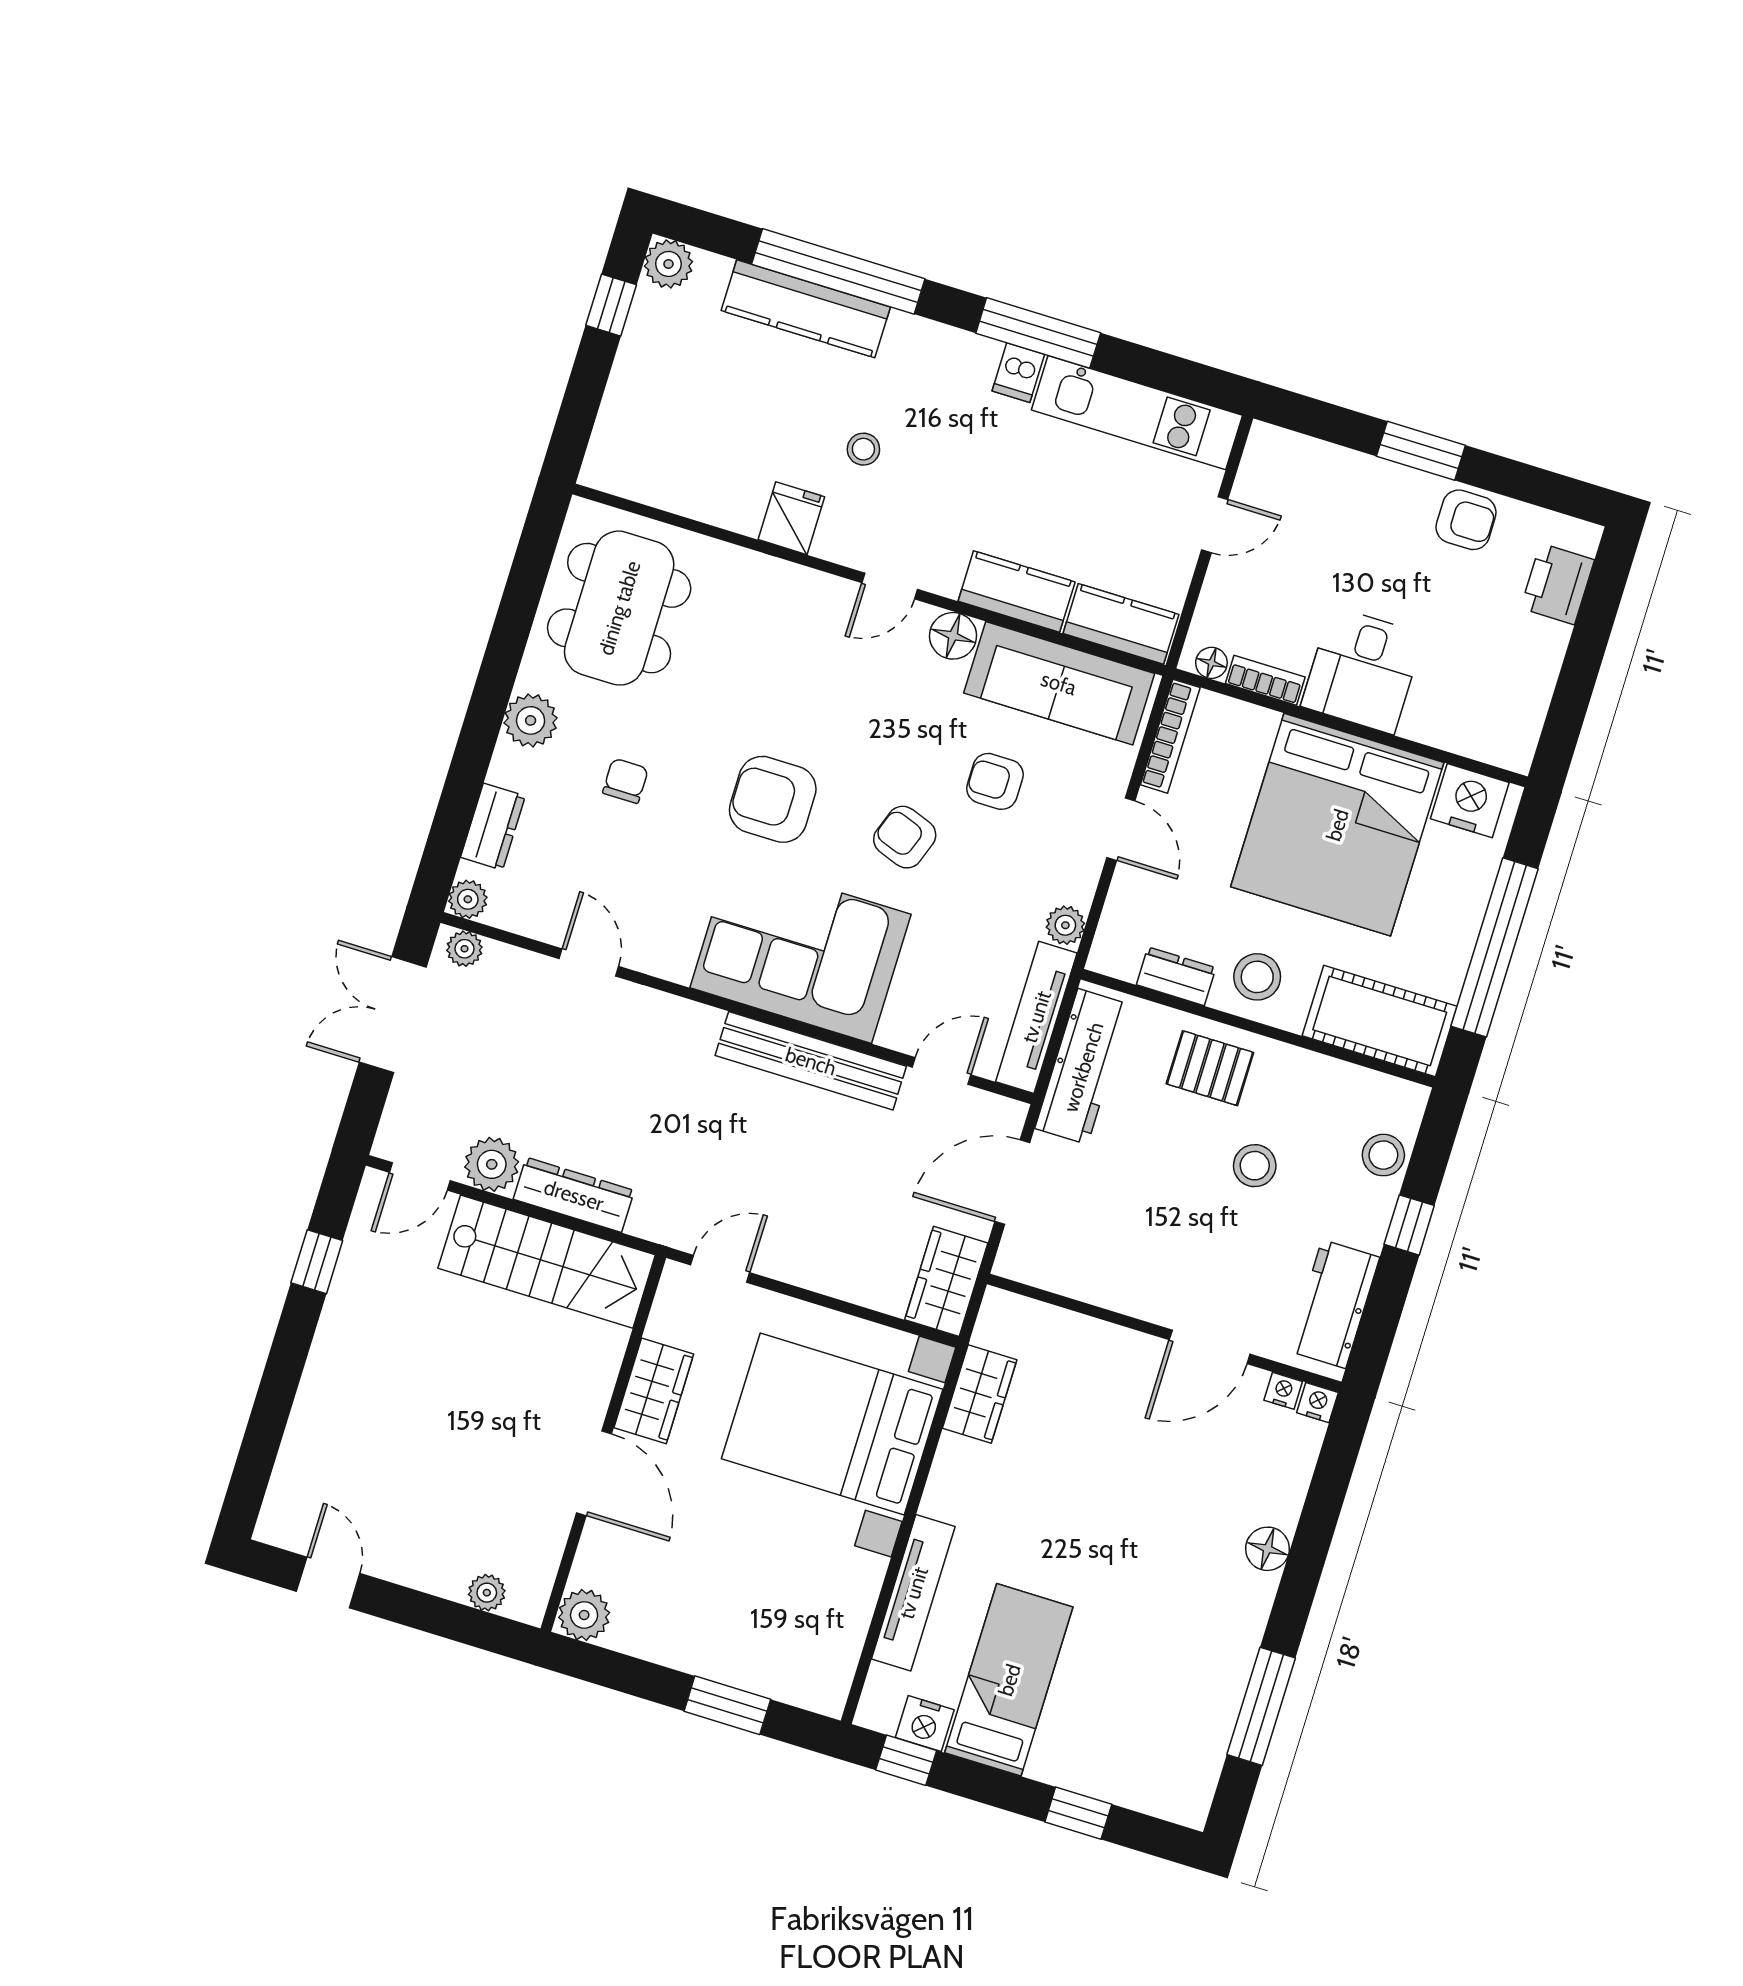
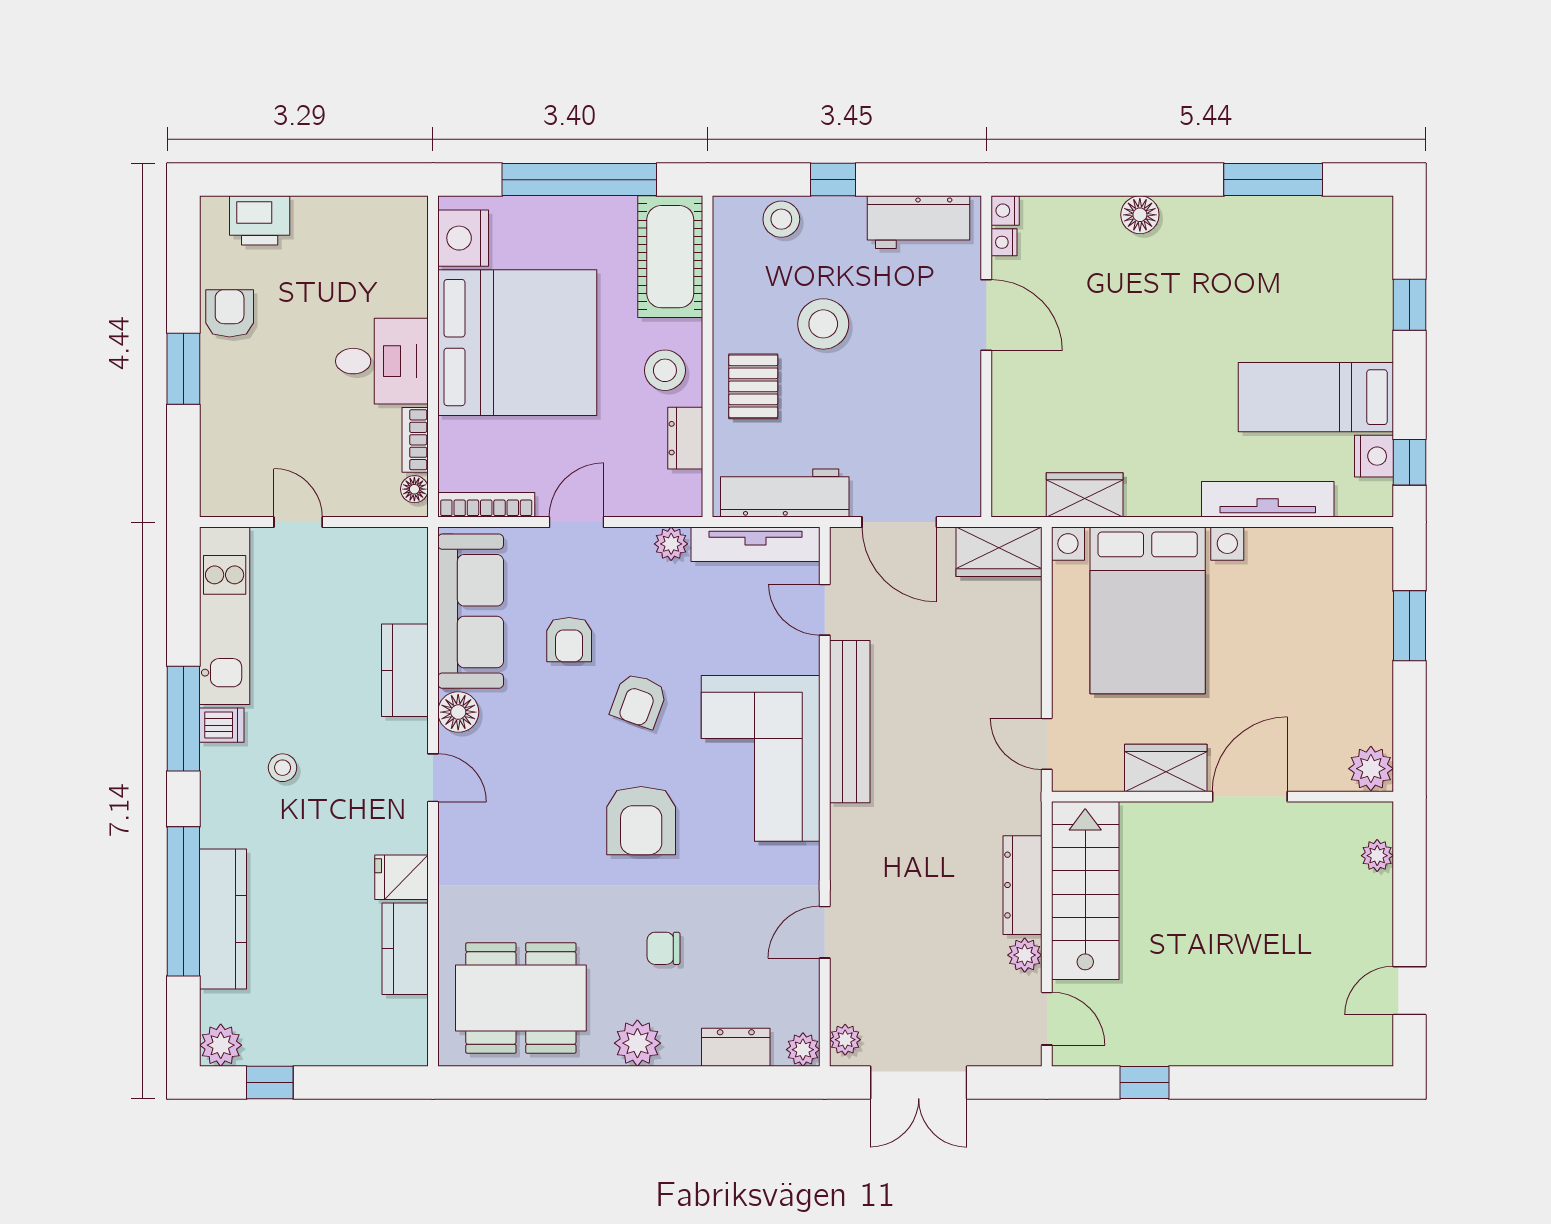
stool: (863, 449) -> (283, 768), moved
kitchen counter: (1121, 624) -> (405, 949), moved
plant: (492, 1164) -> (1025, 955), width x0.73, depth x0.73
stool: (1255, 1166) -> (823, 324), width x1.38, depth x1.38

